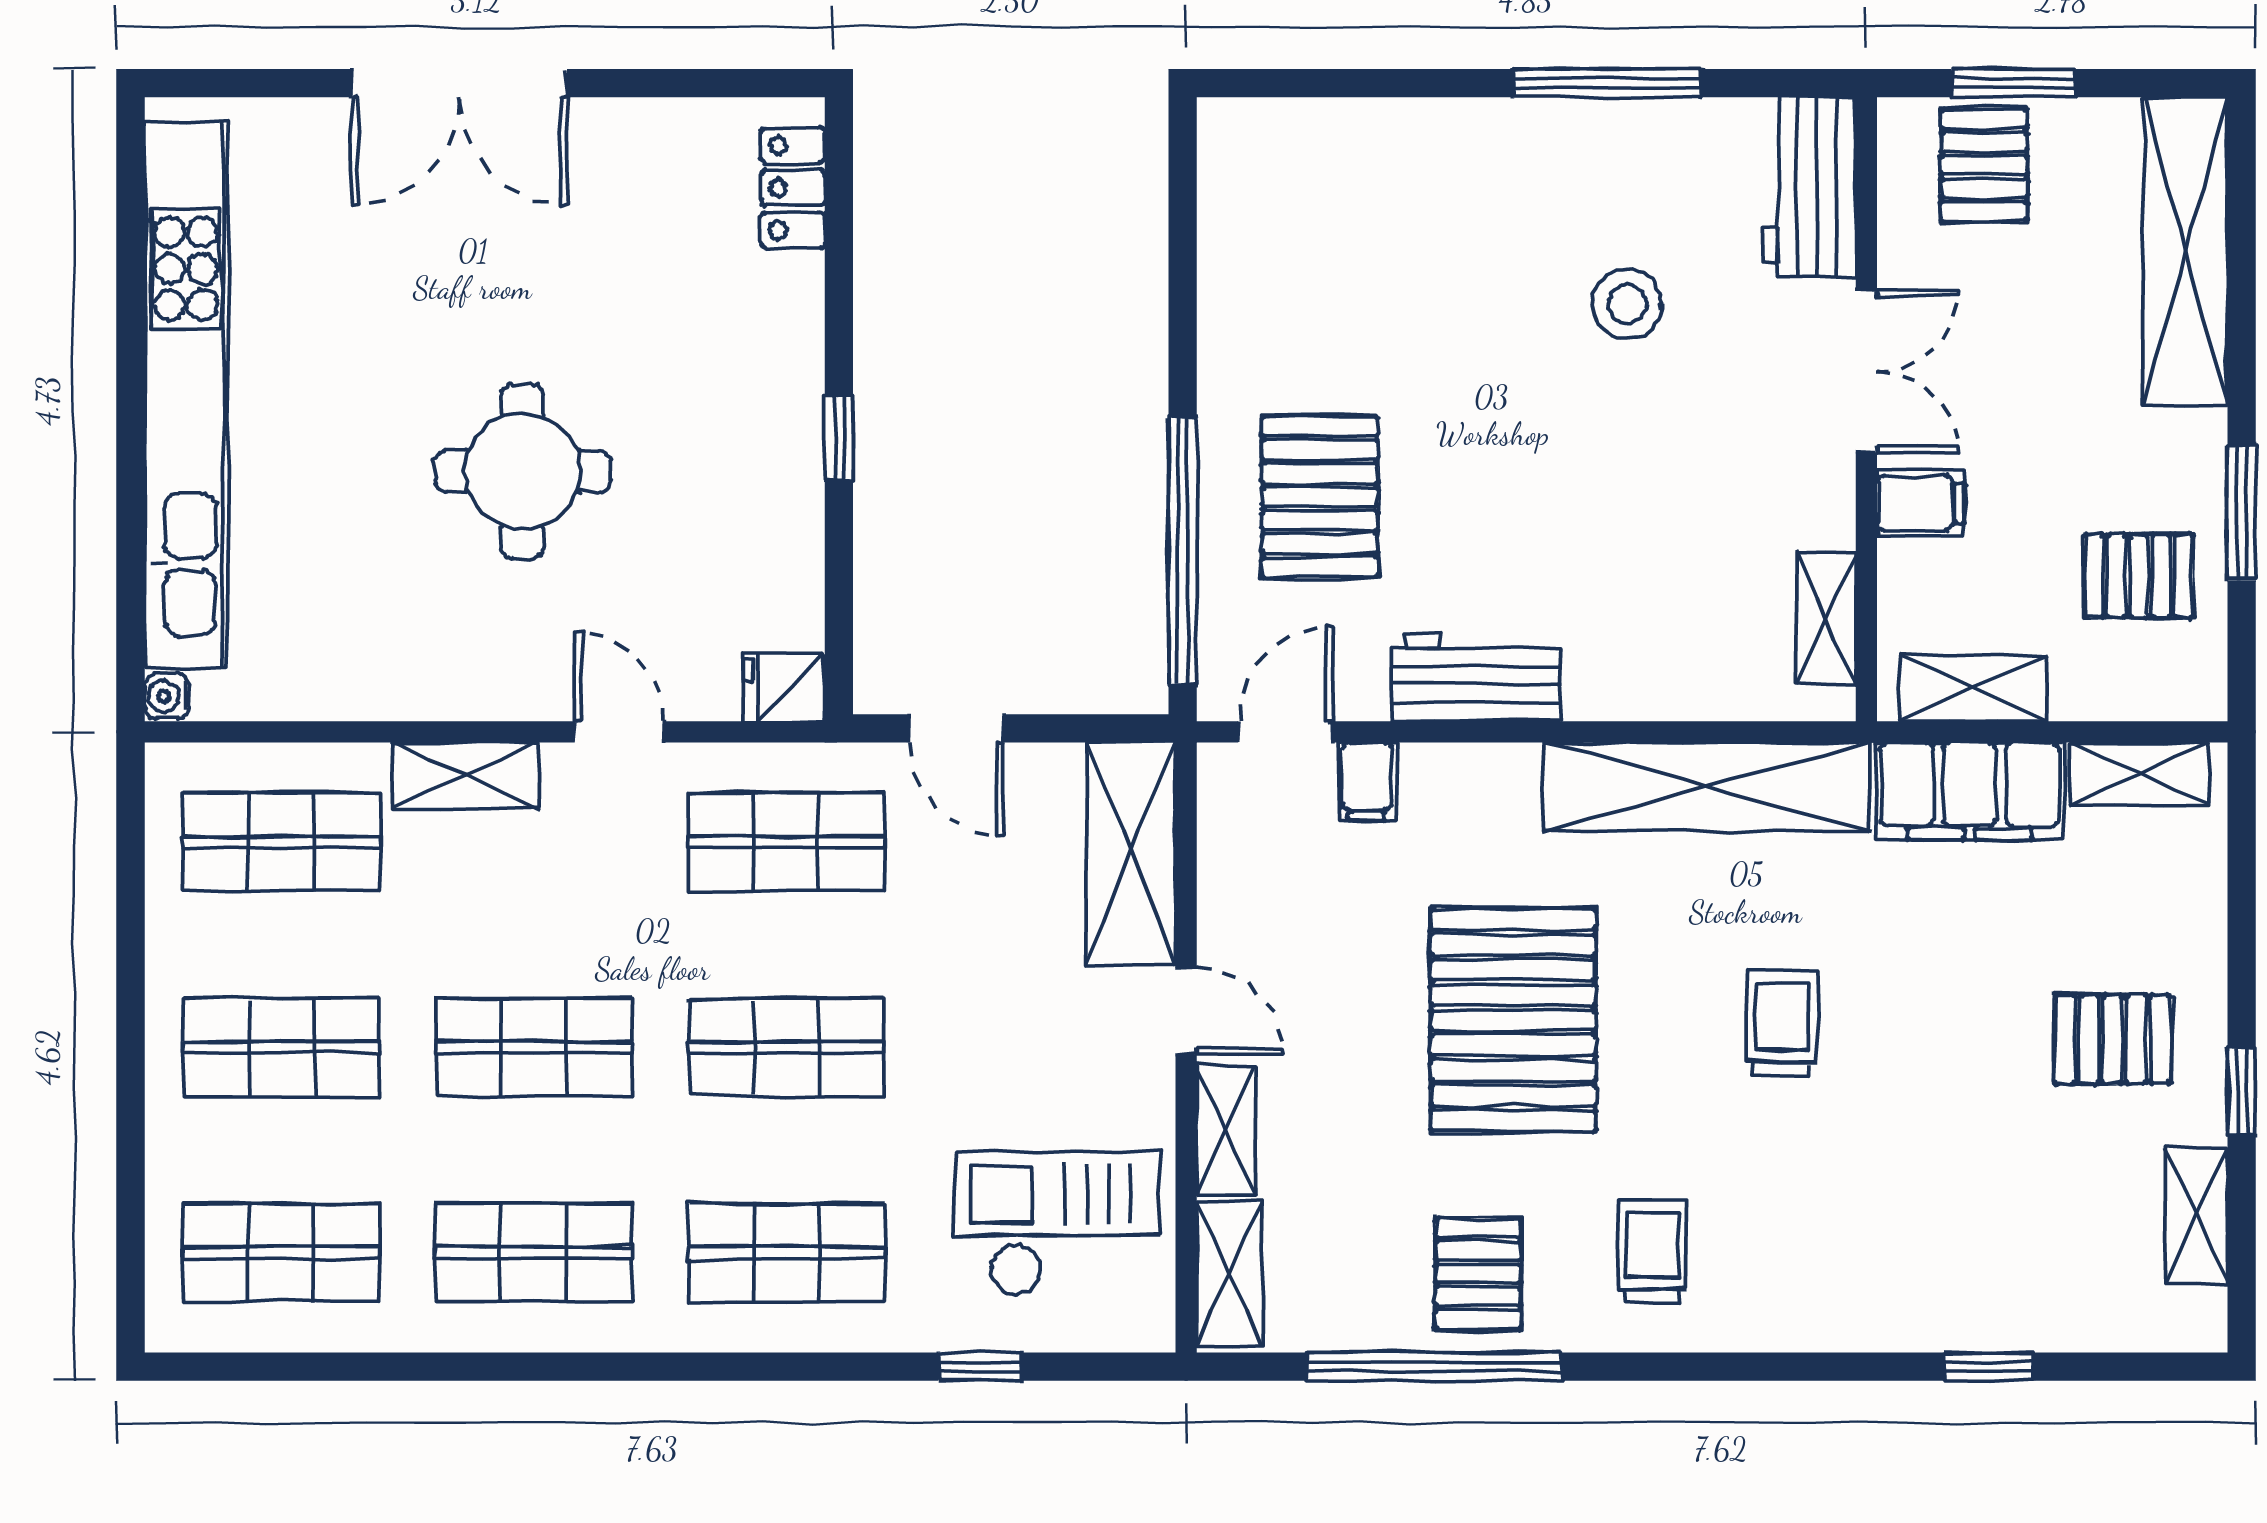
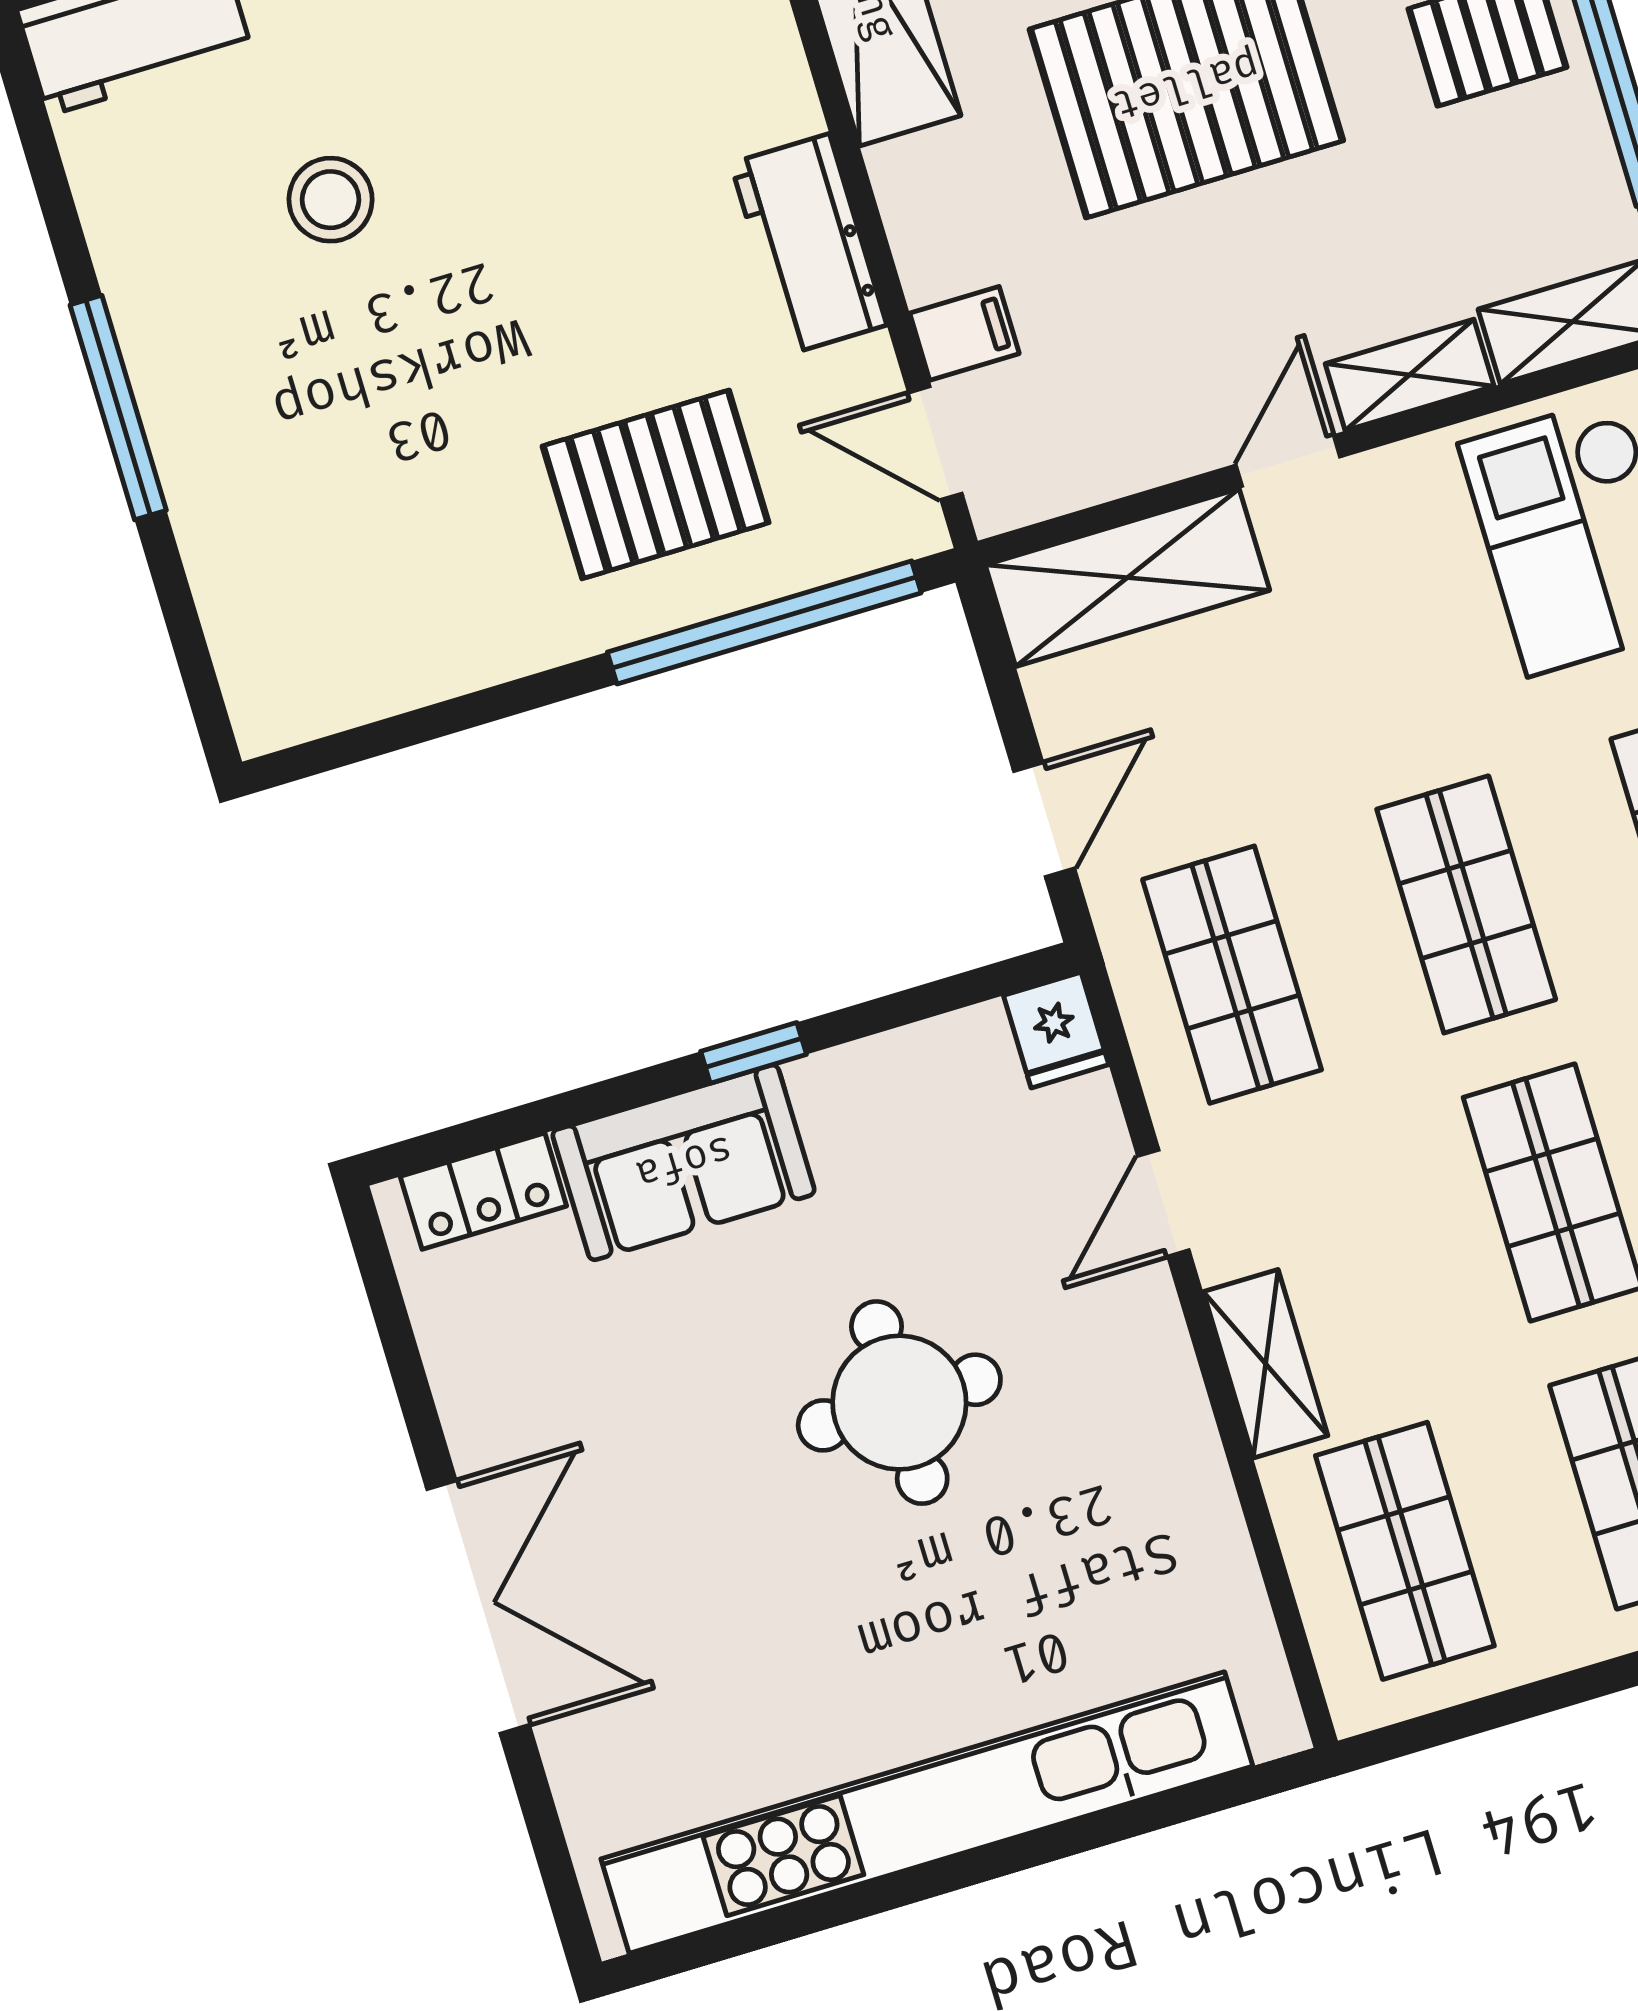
window: (1607, 83) -> (118, 408), moved
sofa: (768, 356) -> (684, 1162), added
water cooler: (167, 696) -> (1277, 1731), removed

